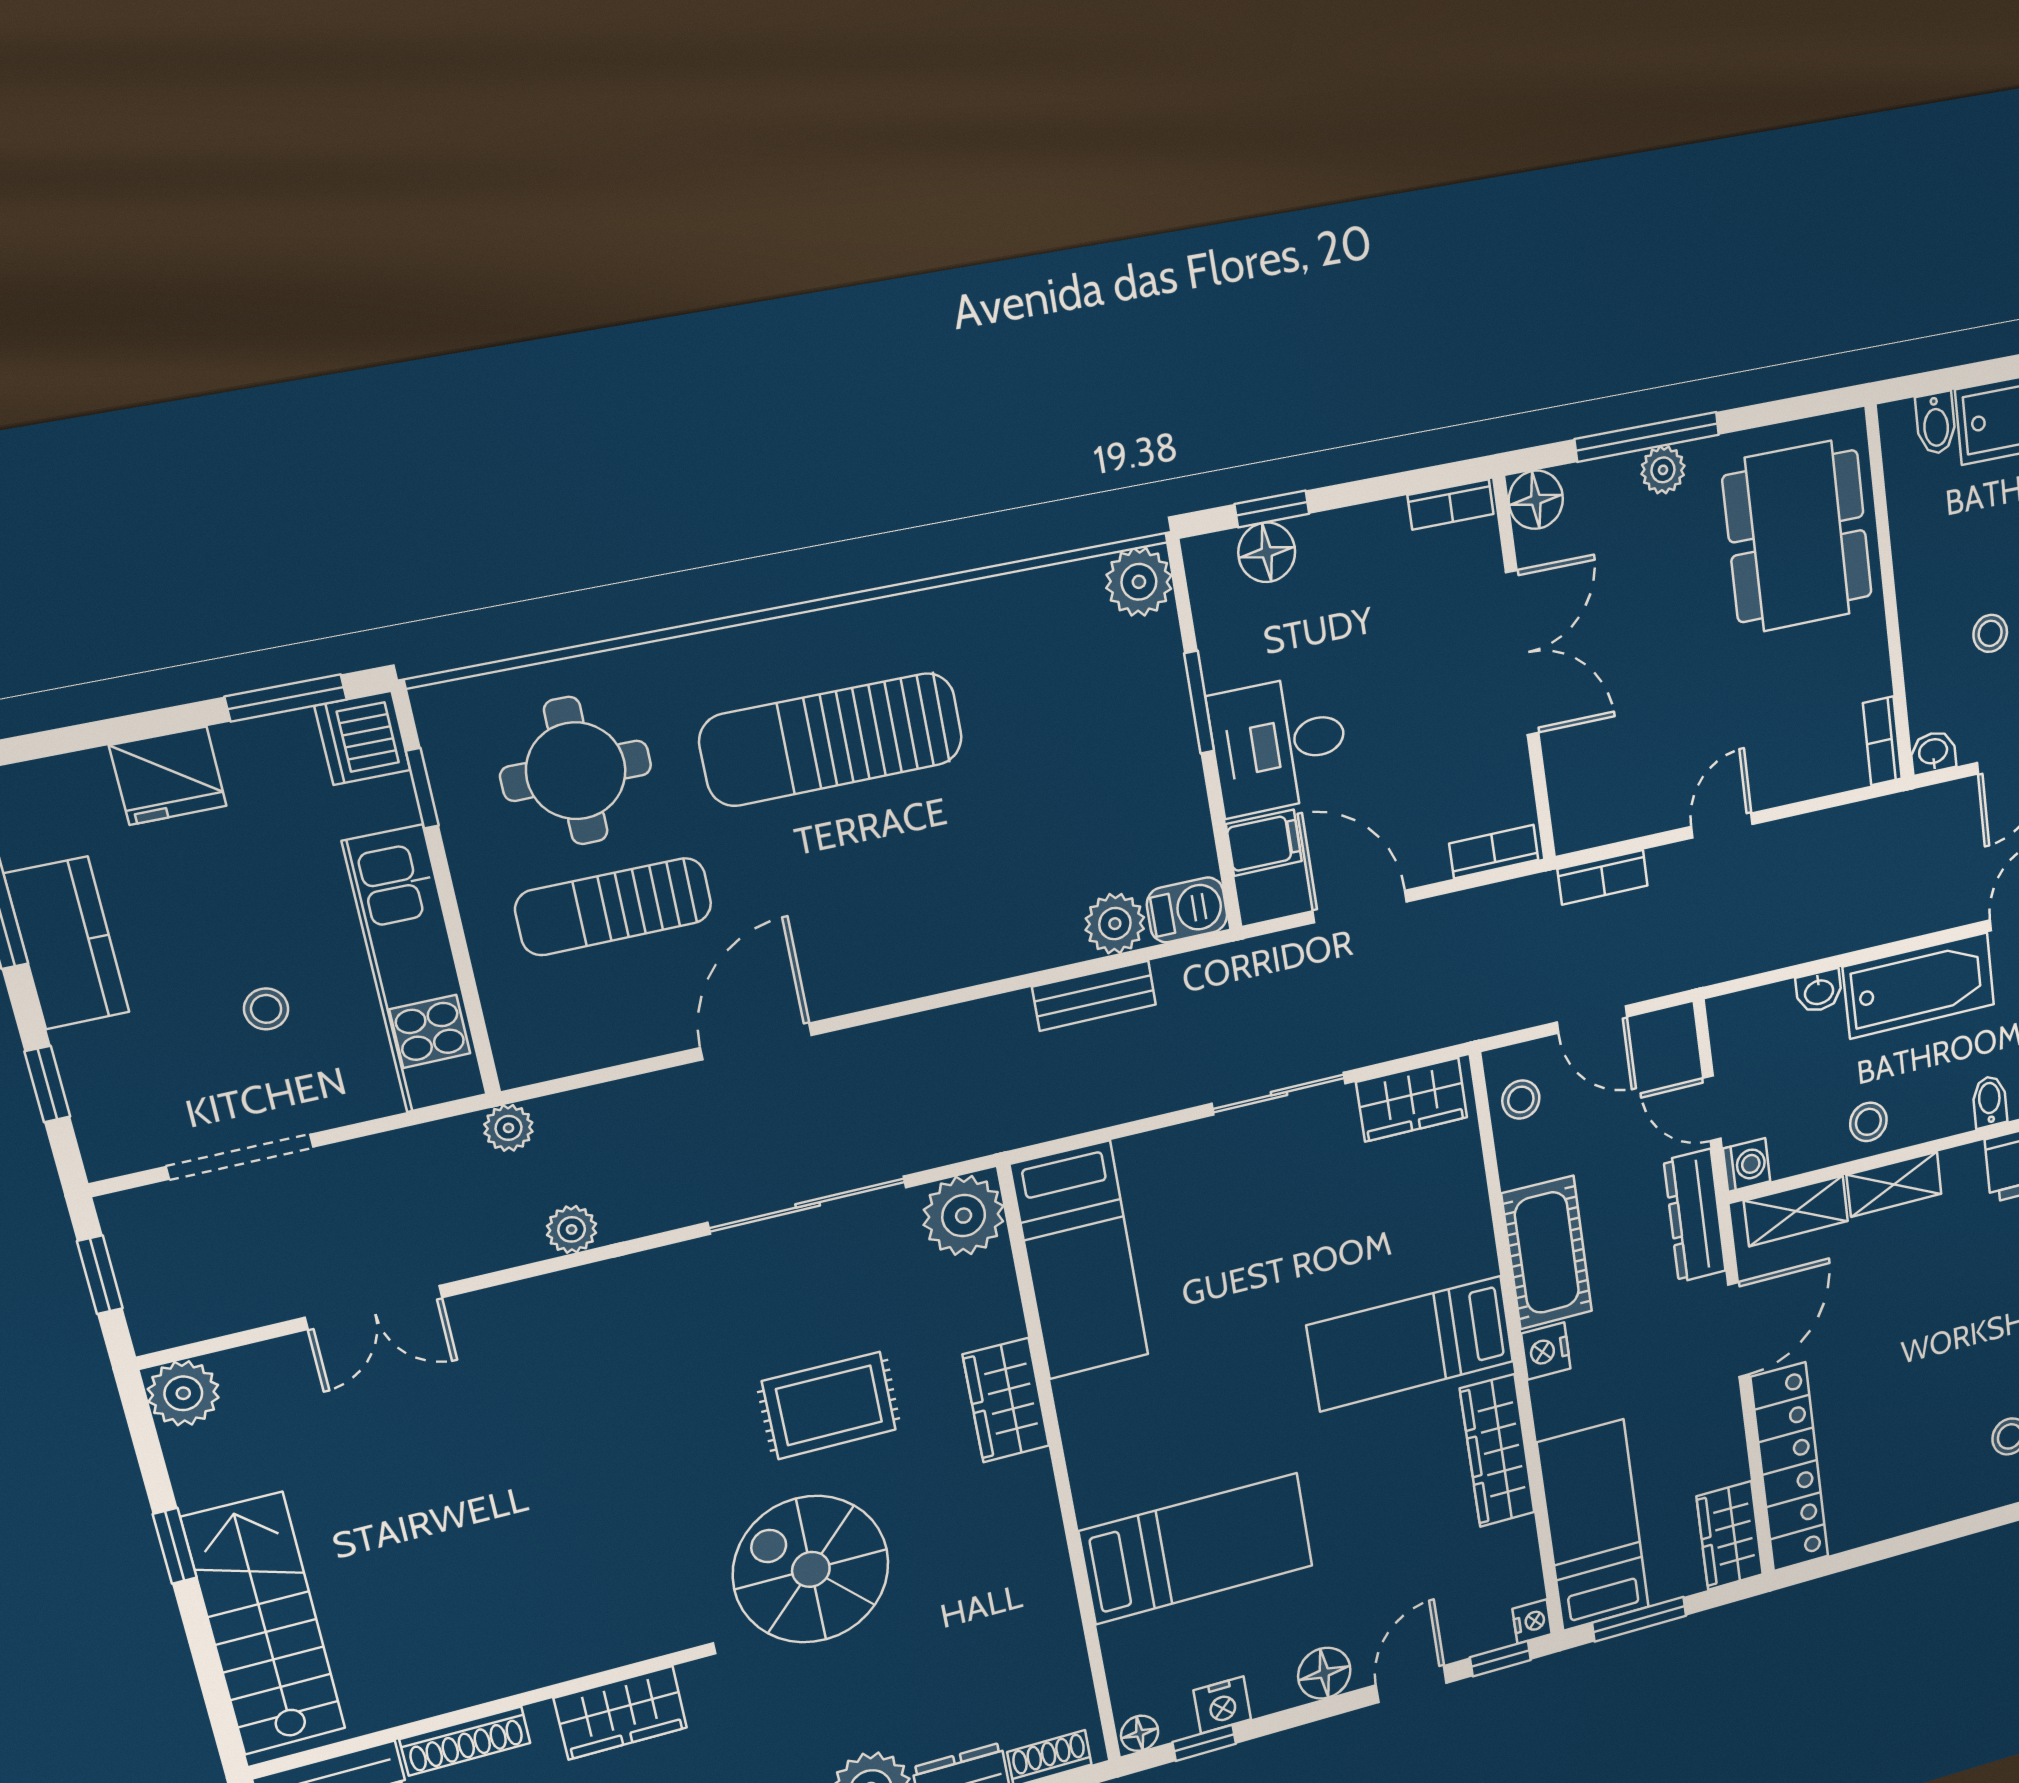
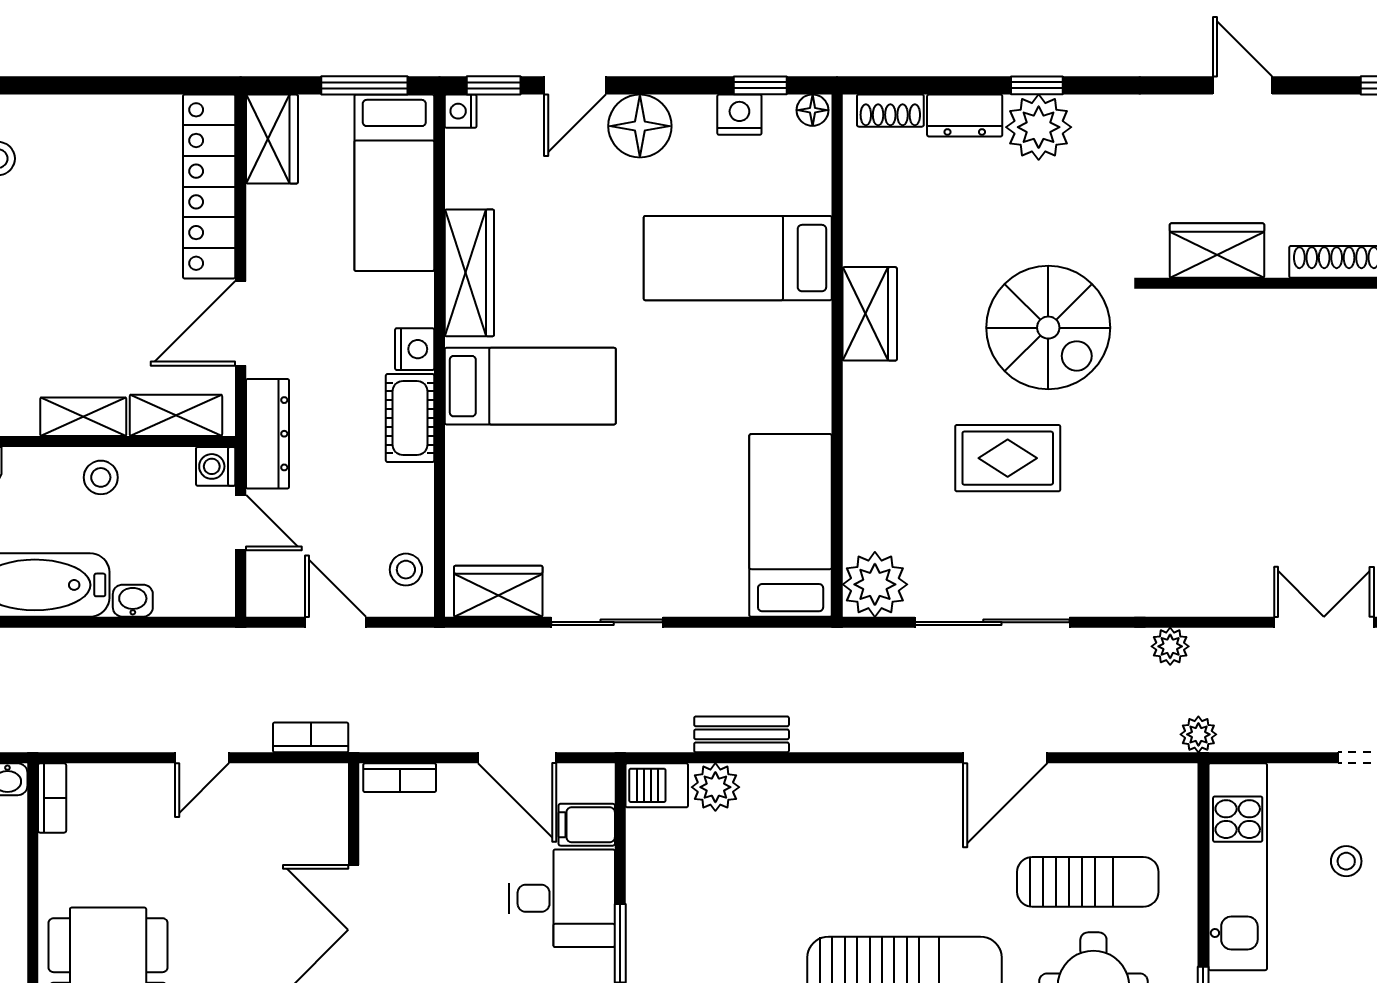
cot: (1547, 1253) -> (410, 418), width x0.73, depth x0.75
wardrobe: (1006, 1400) -> (870, 314), moved
floor lamp: (1324, 1673) -> (640, 126), width x1.38, depth x1.38

